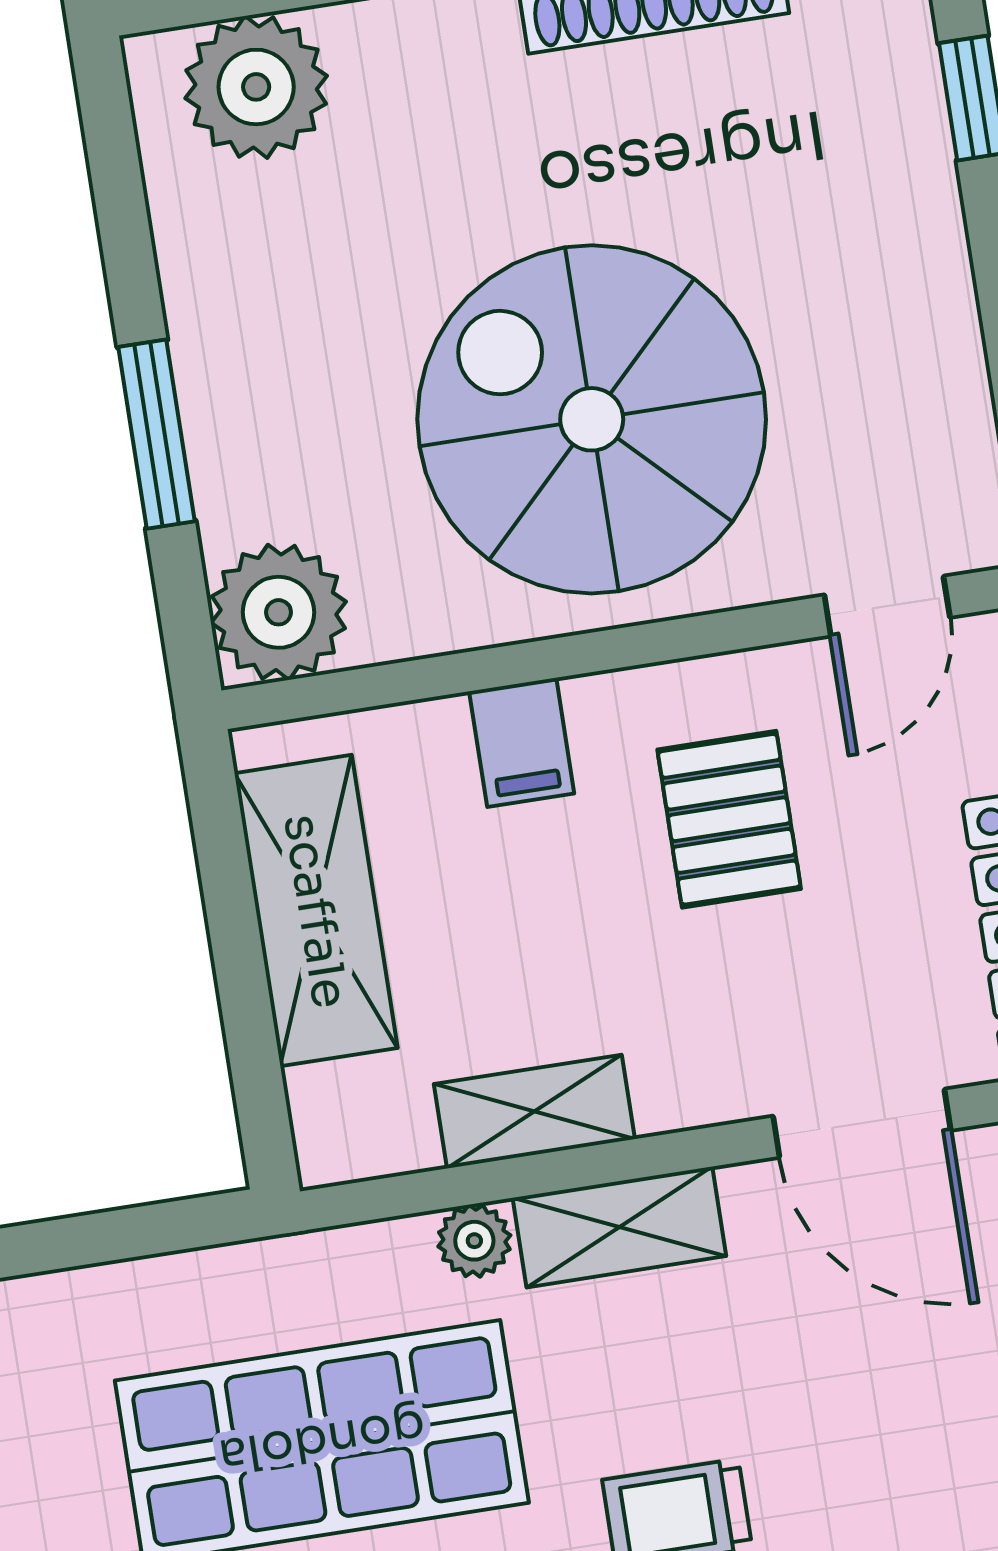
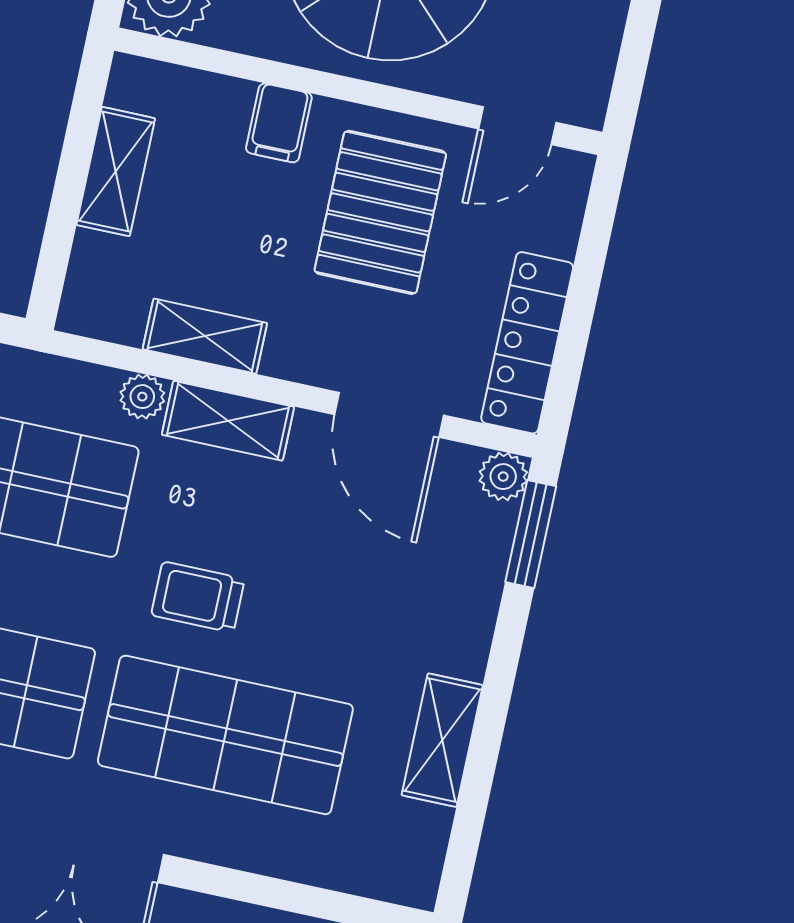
pallet: (729, 819) -> (380, 212), width x1.50, depth x1.42
shelving: (316, 911) -> (116, 172), width x0.67, depth x0.75

